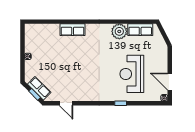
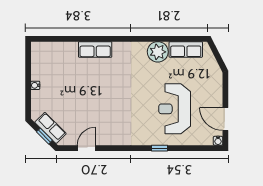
door: (66, 103) -> (86, 148), swing flipped

